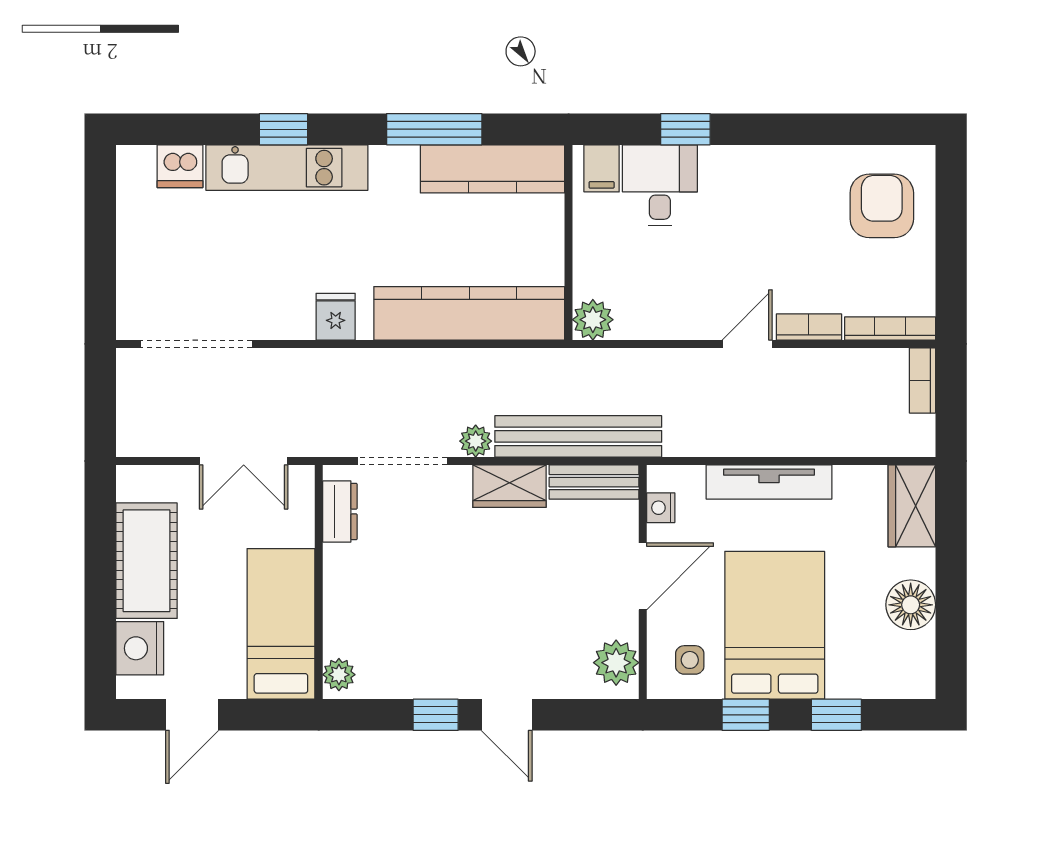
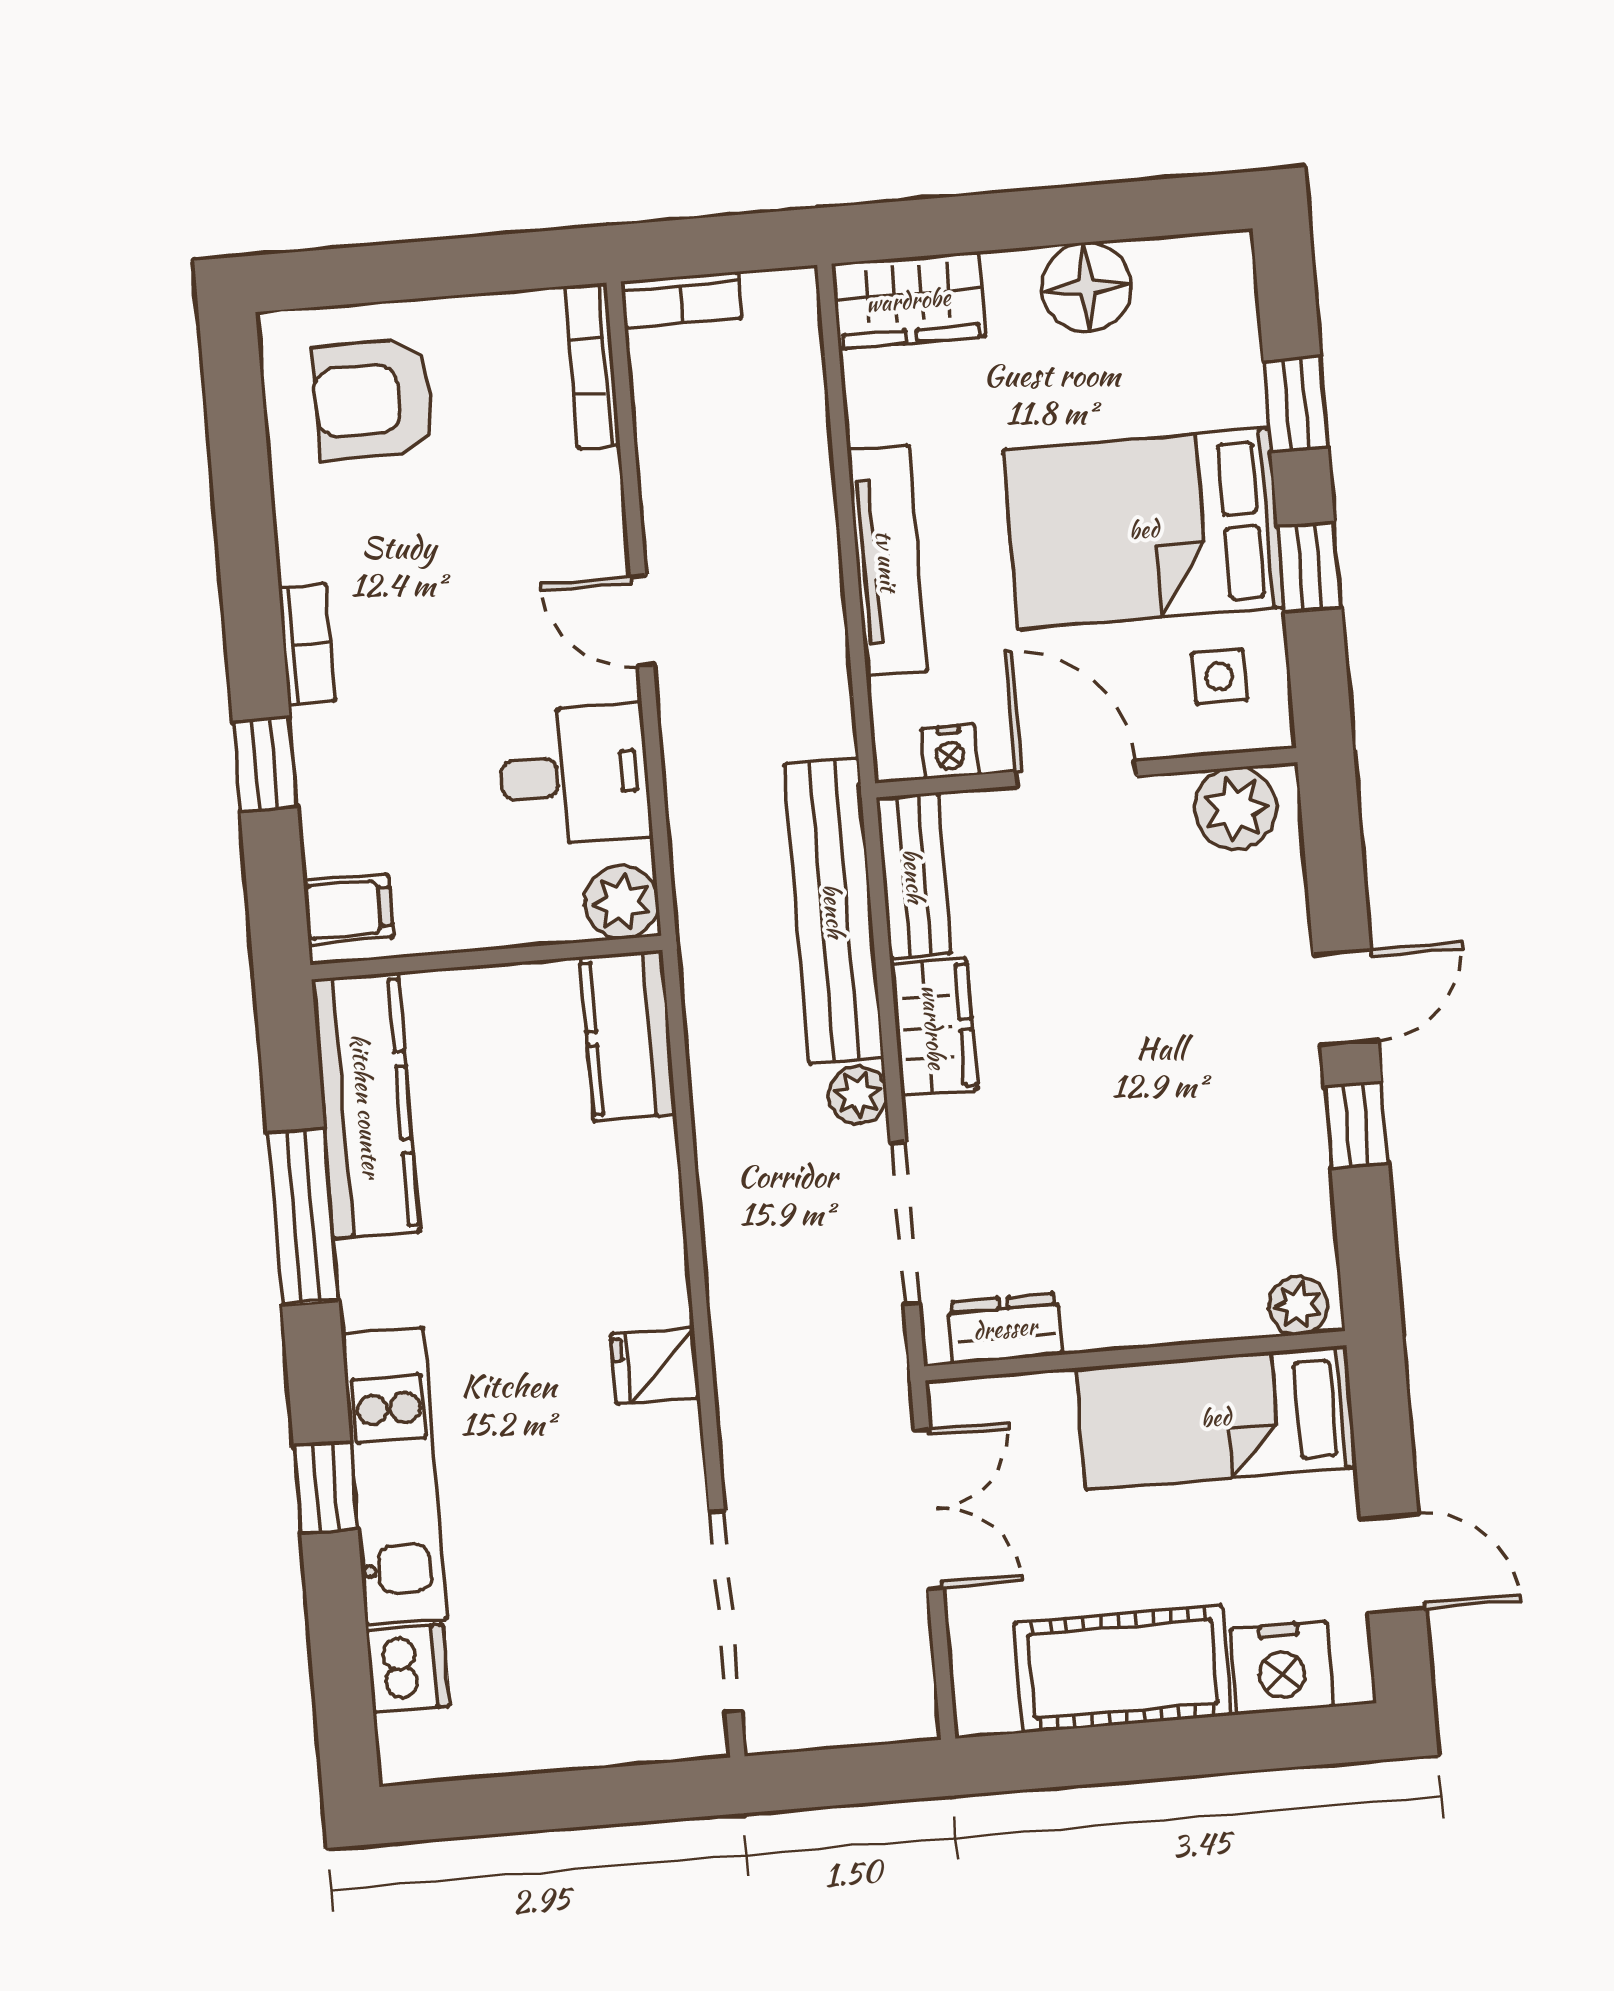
desk: (660, 185) -> (575, 775), moved, turned 180
kitchen counter: (469, 313) -> (628, 1036), width x0.48, depth x0.86
bookcase: (809, 327) -> (307, 644), moved, turned 180

